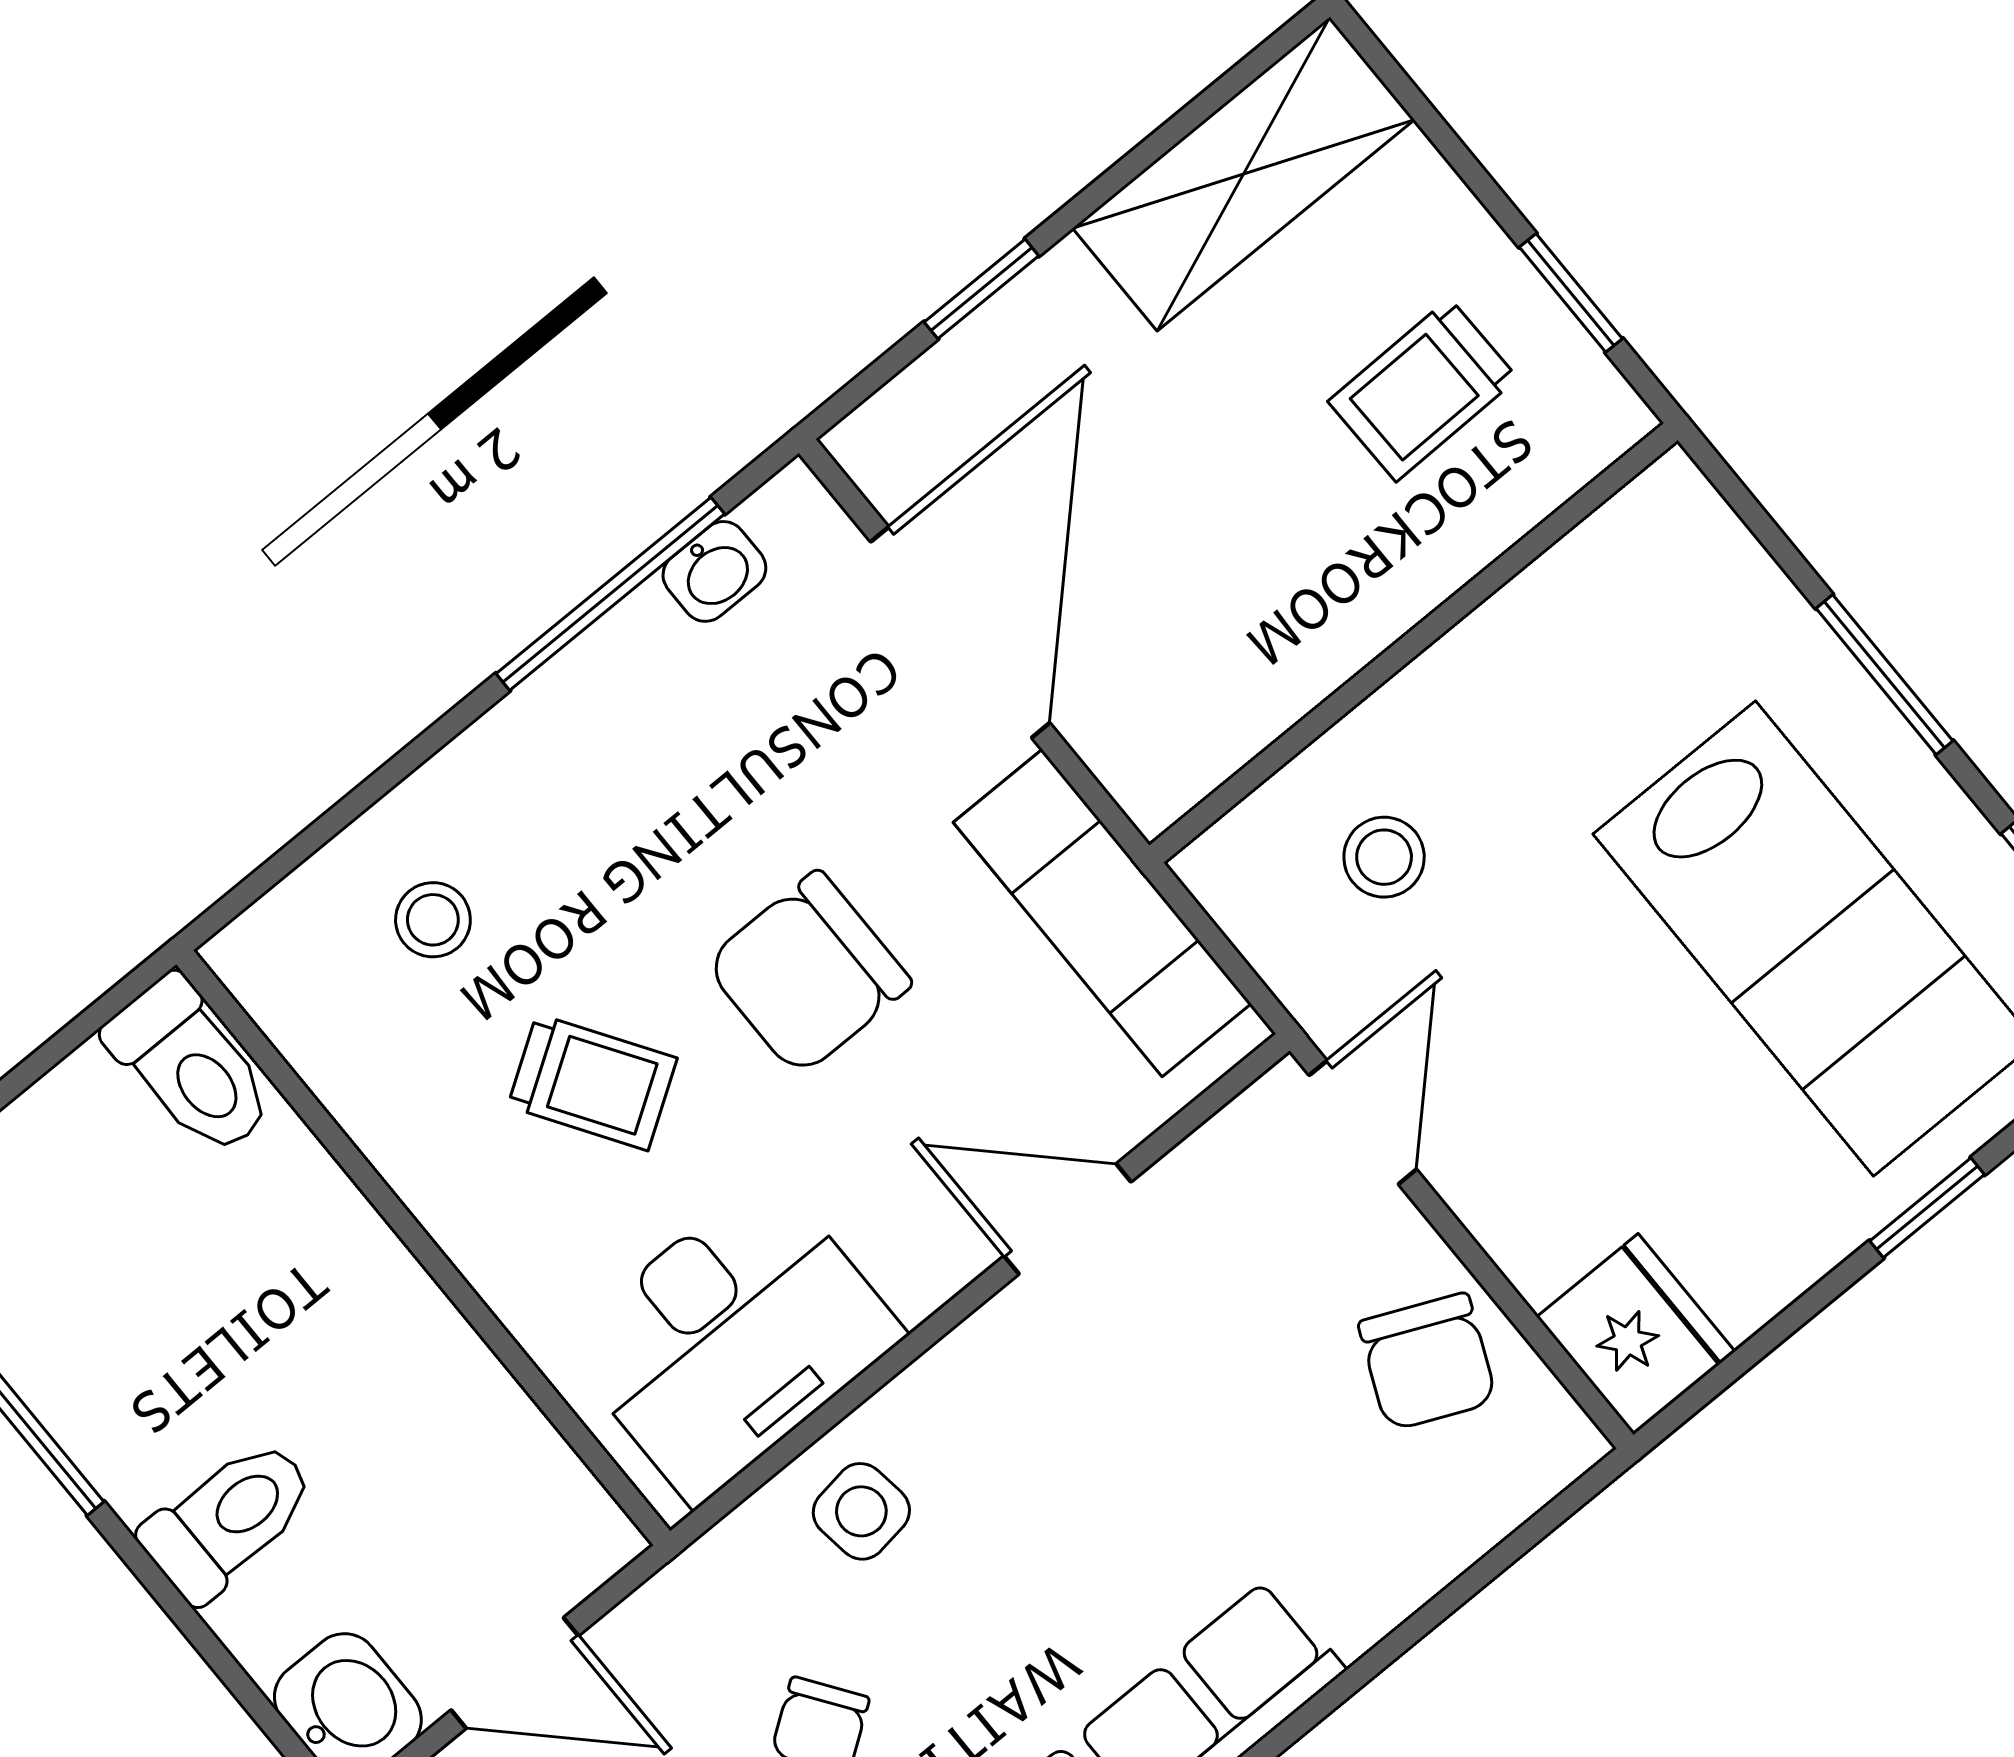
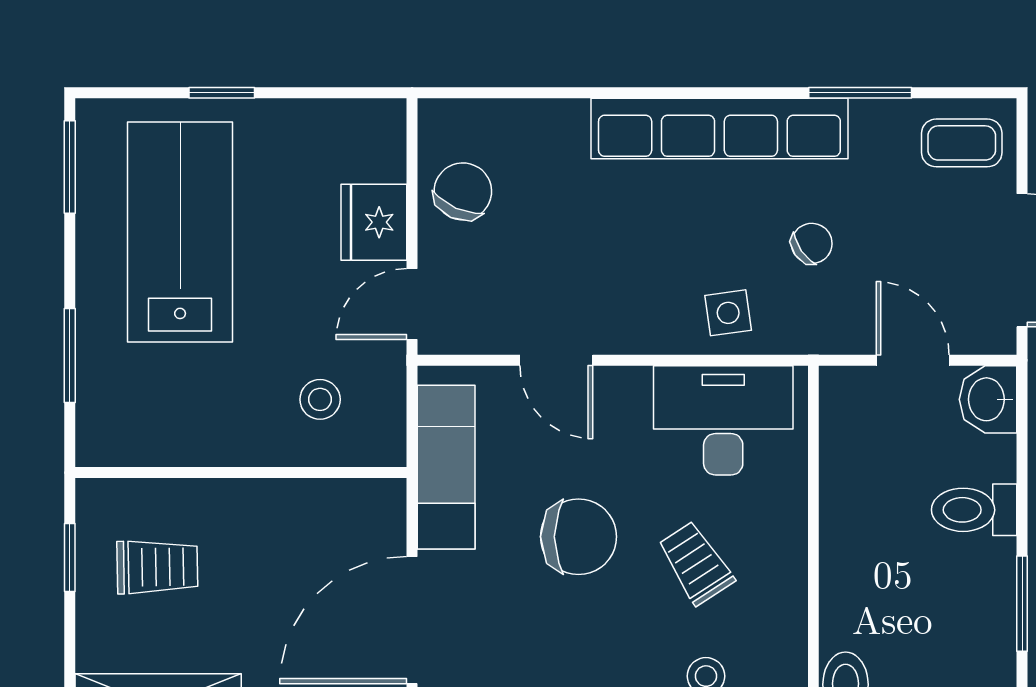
window: (1884, 675) -> (70, 355), moved
fridge: (1636, 1334) -> (374, 222), moved

